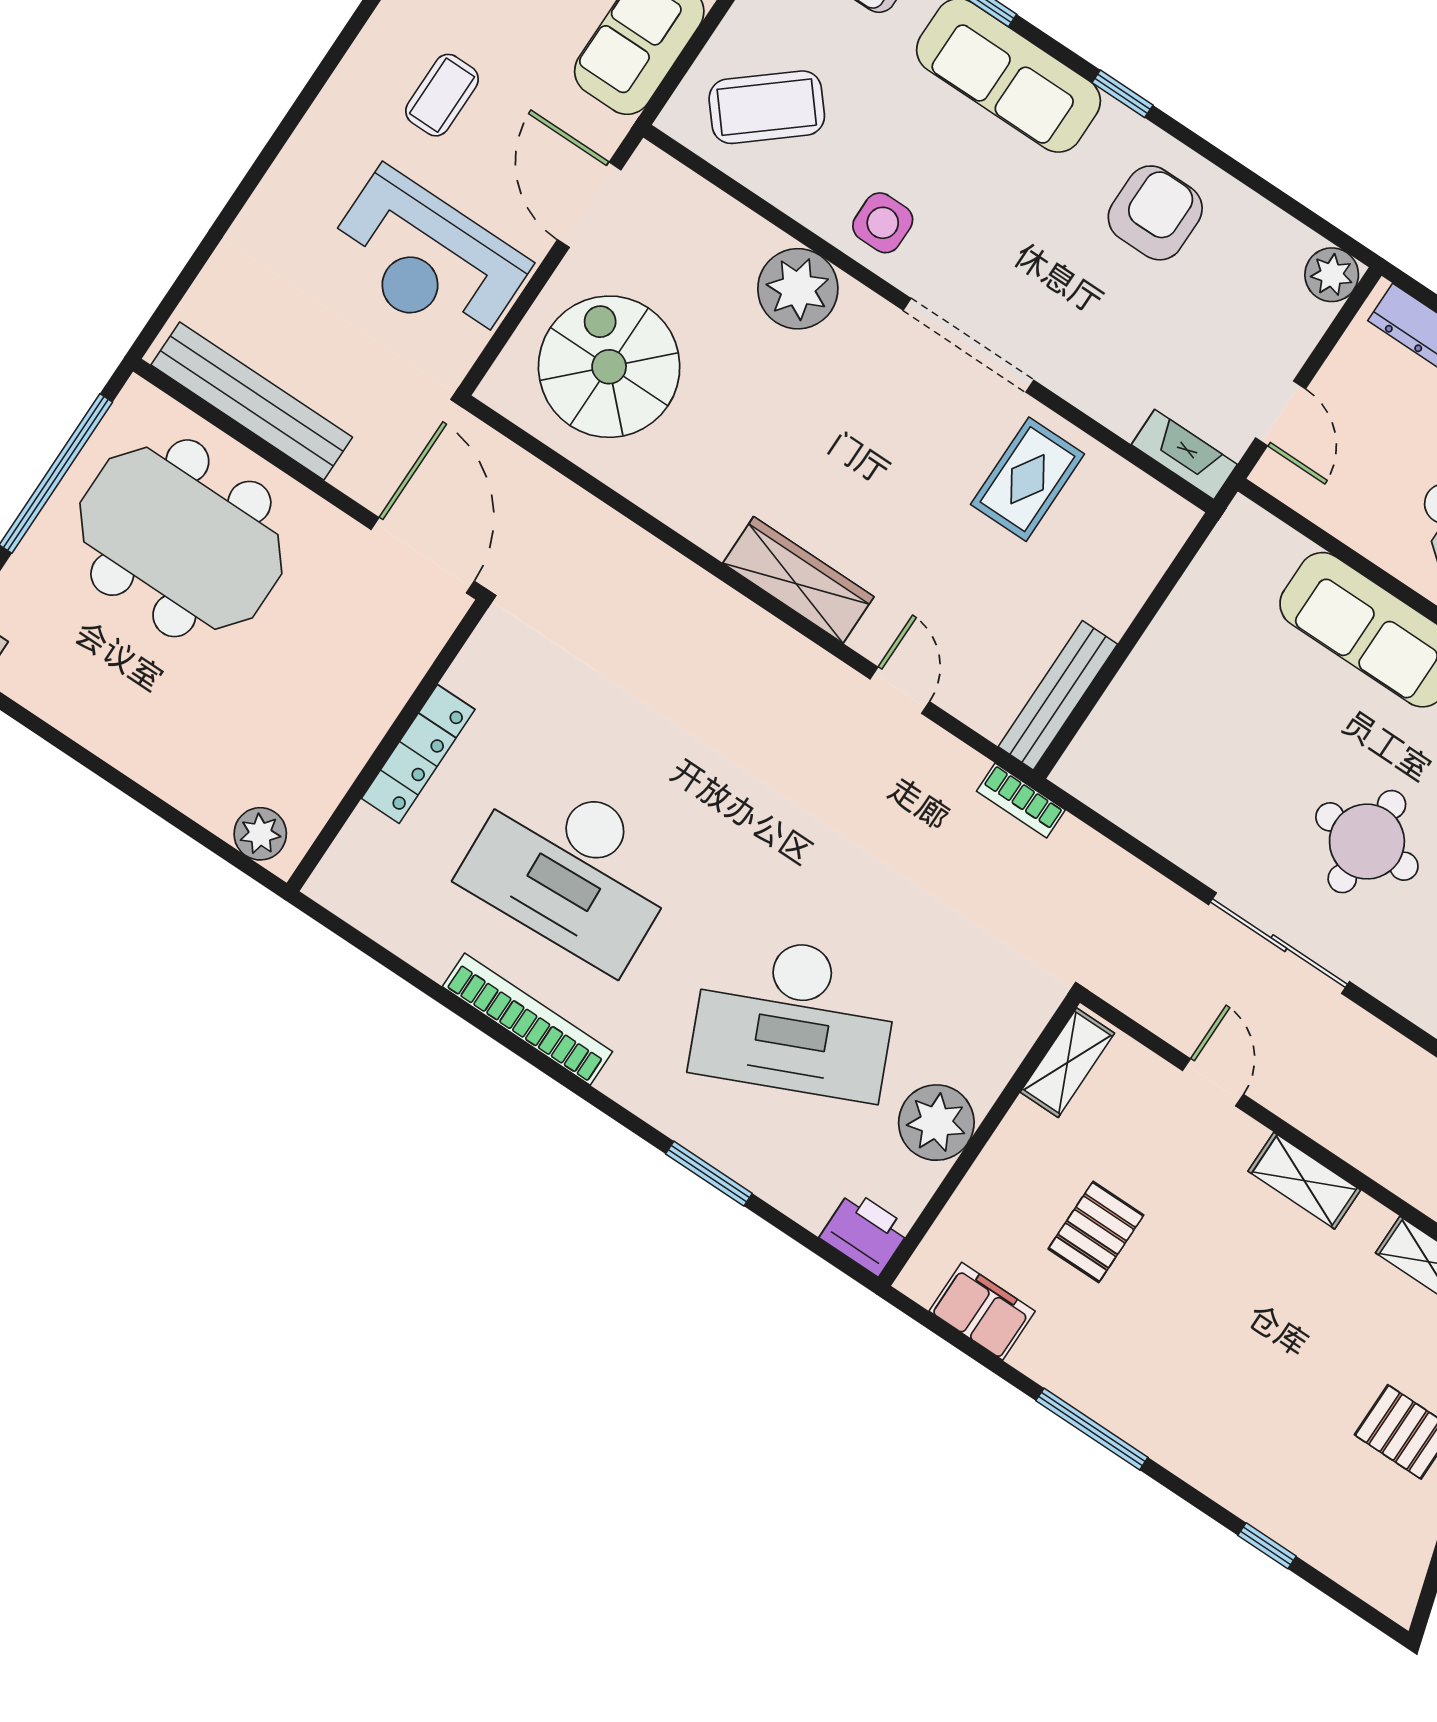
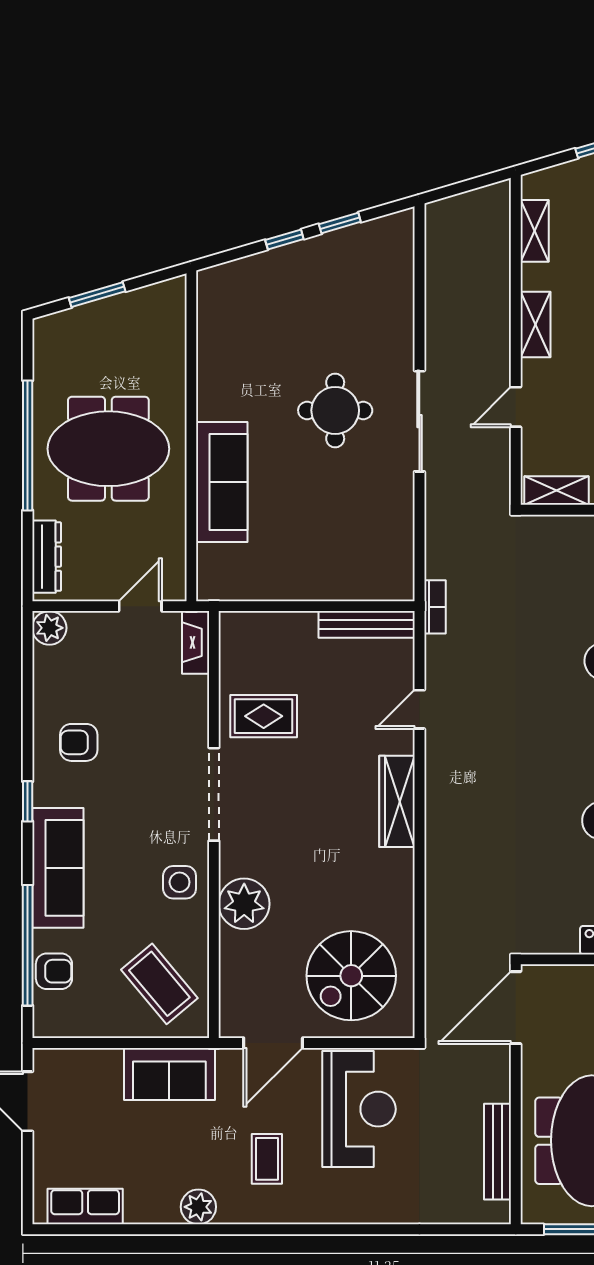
coffee table: (442, 95) -> (267, 1159), turned 90
armchair: (1155, 213) -> (79, 742), width x0.72, depth x0.72
bench: (252, 401) -> (498, 1152), width x0.73, depth x0.82

